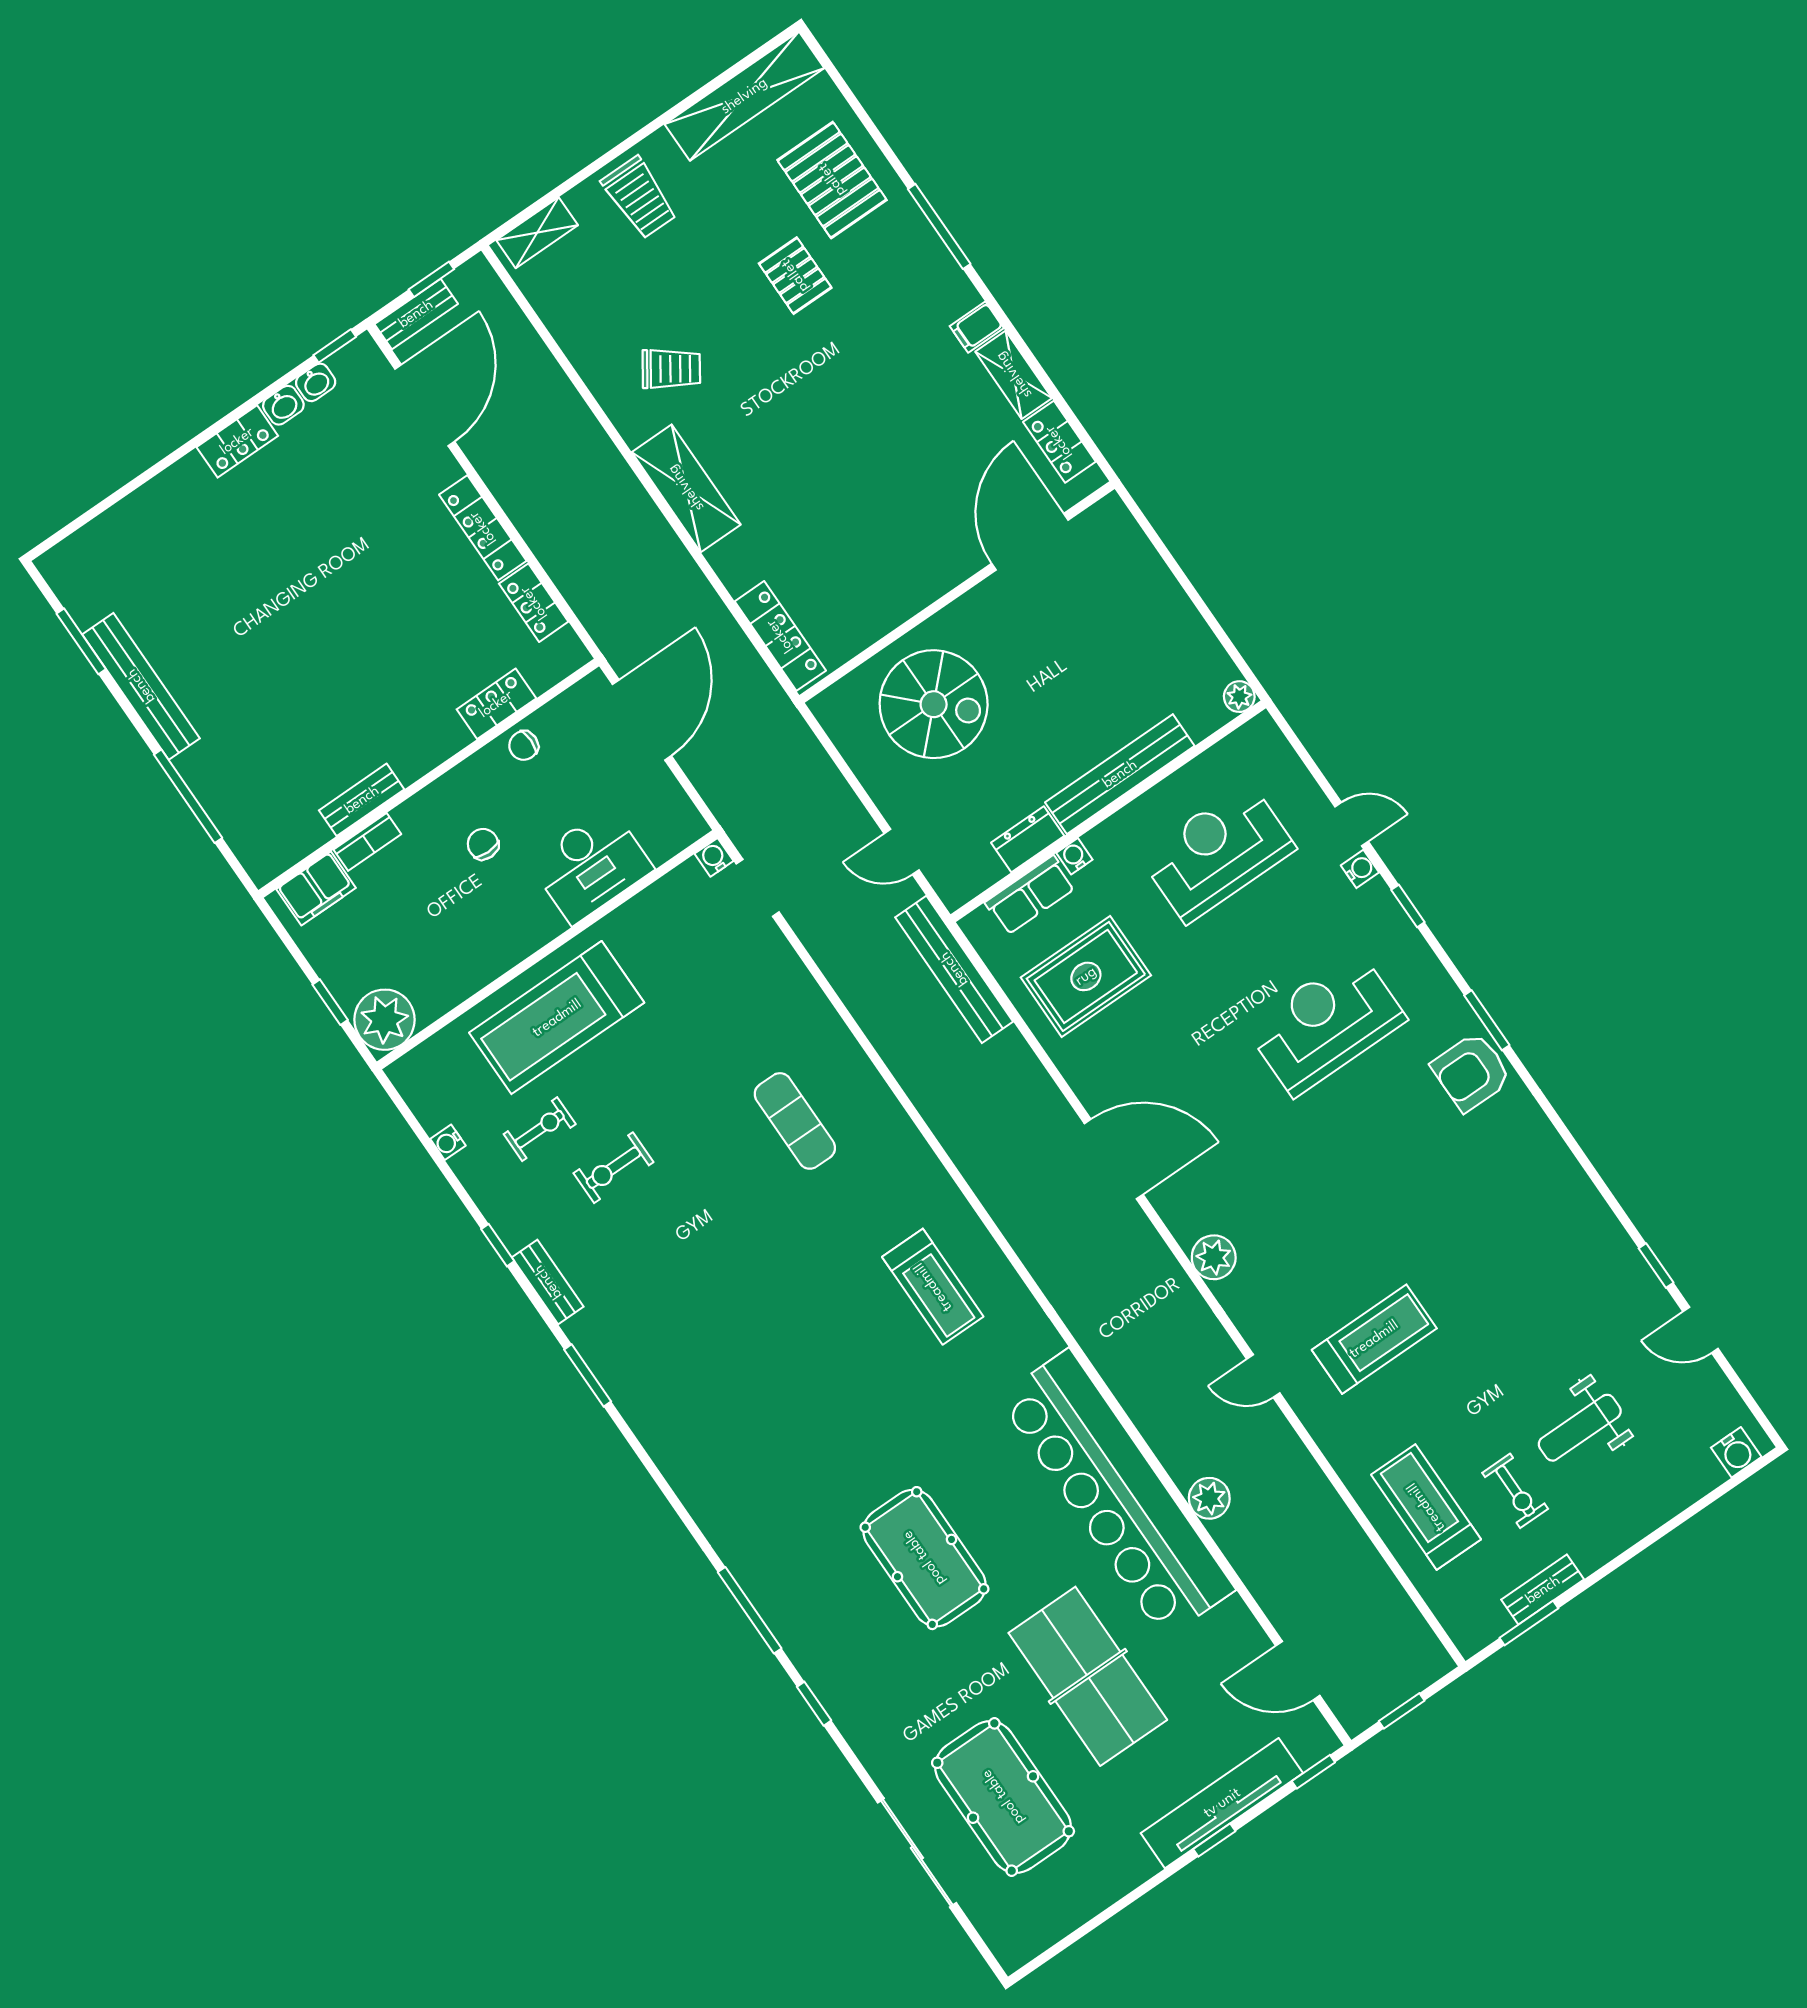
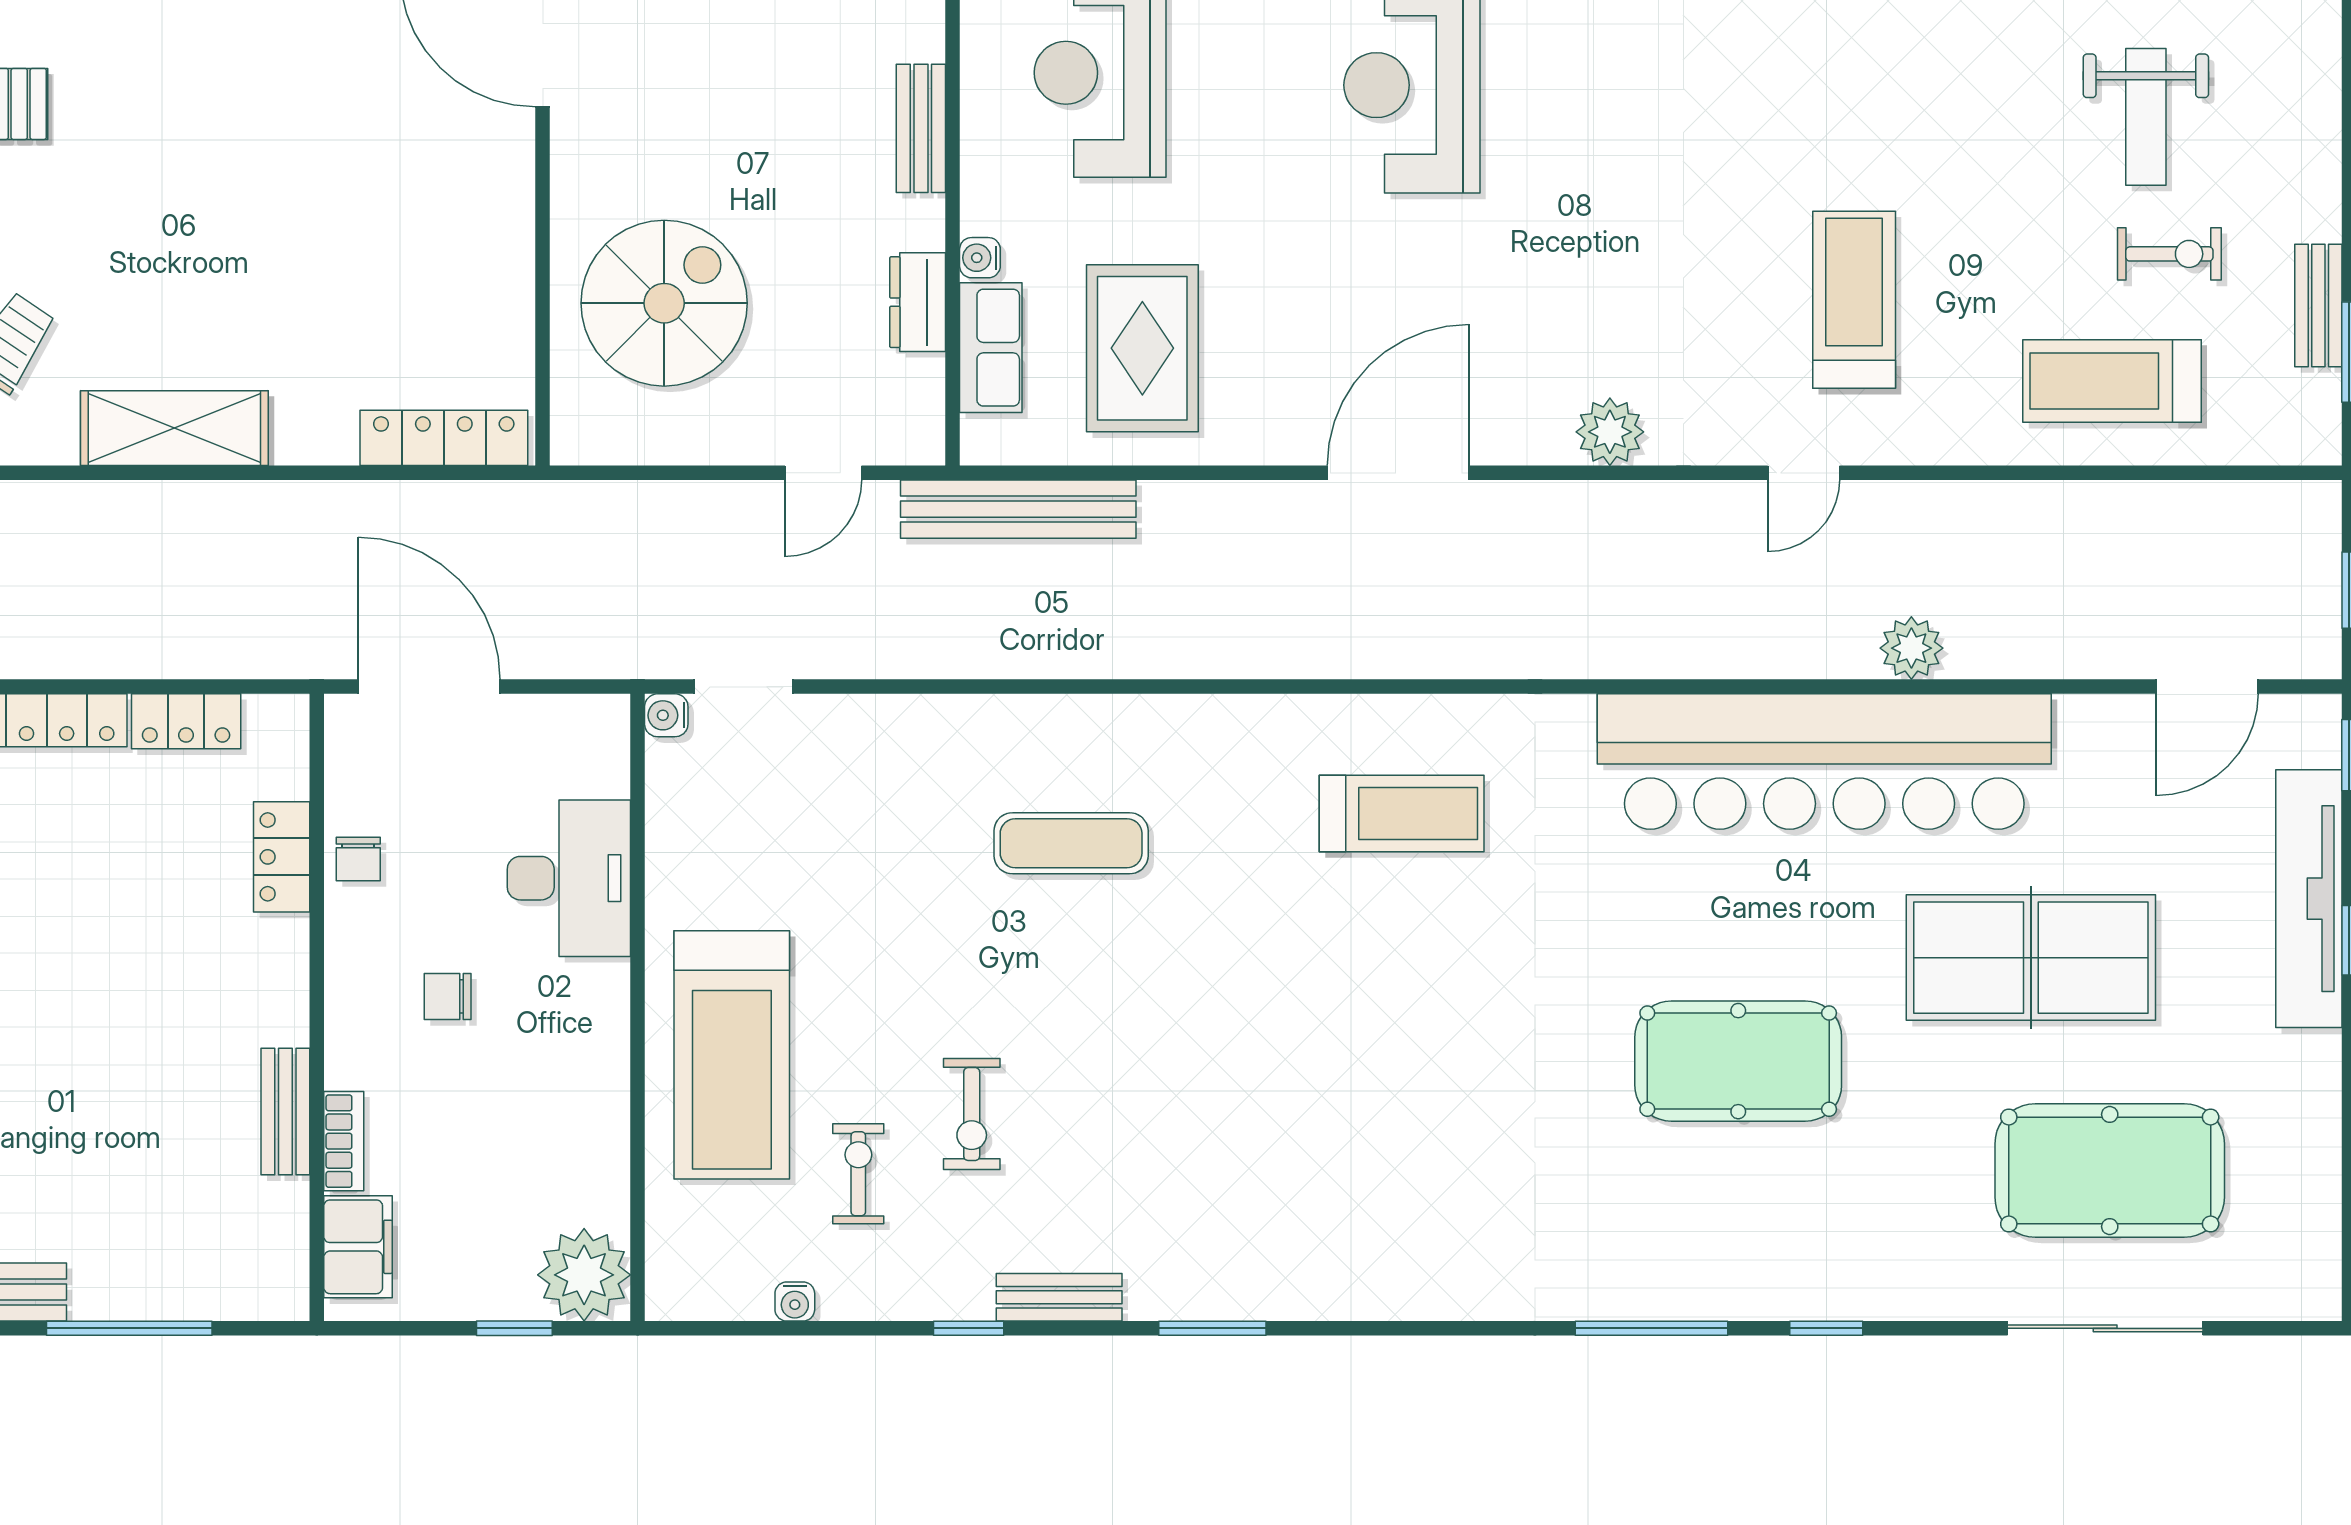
bench: (1120, 774) -> (921, 128), width x0.54, depth x0.82

